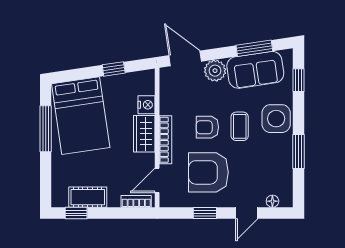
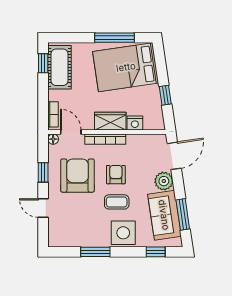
cot: (88, 197) -> (60, 67), width x1.37, depth x1.34
floor lamp: (272, 201) -> (53, 139), moved

